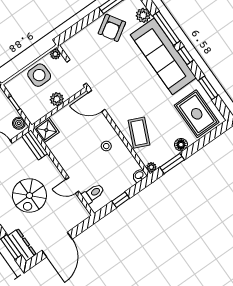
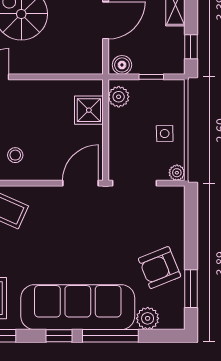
armchair: (112, 28) -> (160, 268), turned -80
side table: (39, 75) -> (165, 134), width x0.54, depth x0.54
plant: (57, 99) -> (119, 97), moved
shower: (46, 130) -> (89, 110), moved
bench: (35, 145) -> (80, 66), removed

